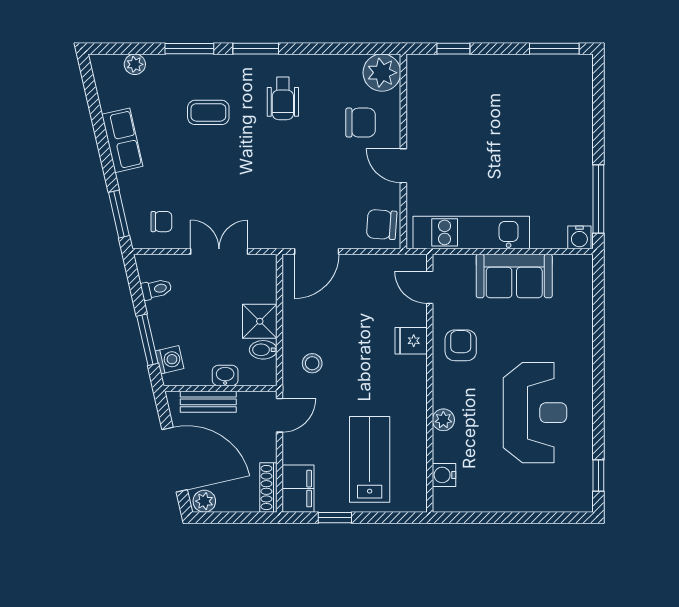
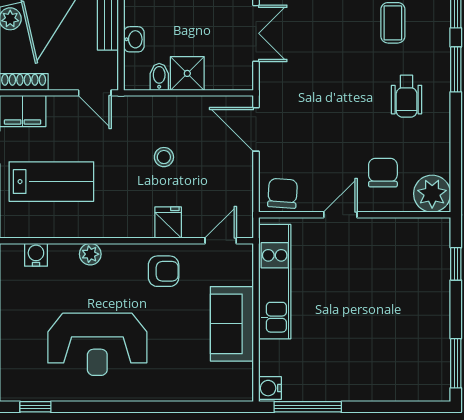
wheelchair: (283, 99) -> (407, 96), turned -90
chair: (361, 123) -> (383, 173), turned 180
stool: (312, 363) -> (164, 157), moved

